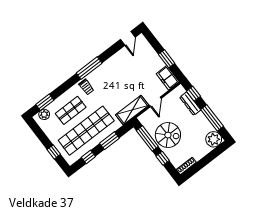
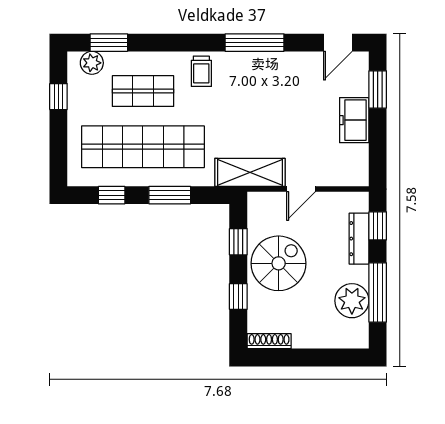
window: (167, 59) -> (378, 89), moved
window: (89, 68) -> (255, 43), moved
freezer: (168, 78) -> (354, 120), moved
spiral stairs: (168, 135) -> (279, 263), turned -90
window: (147, 138) -> (238, 242), width x0.46
plant: (214, 139) -> (352, 301), moved
window: (54, 152) -> (58, 97), moved

